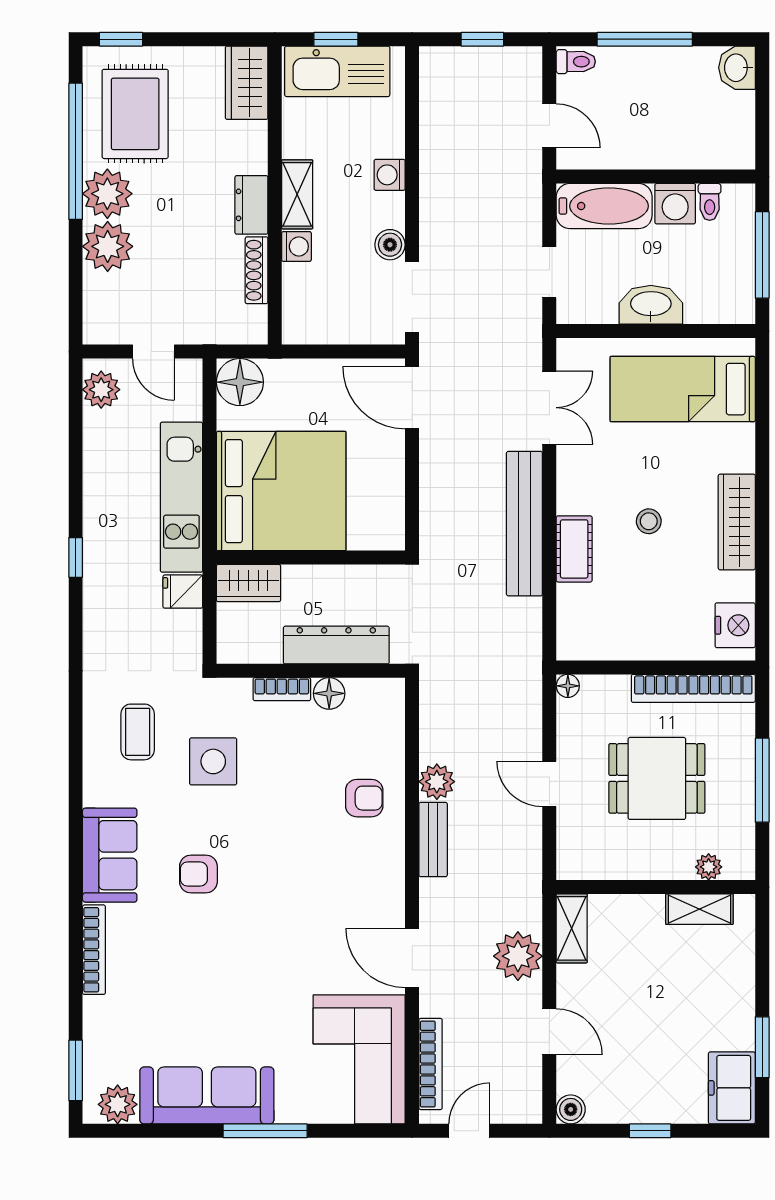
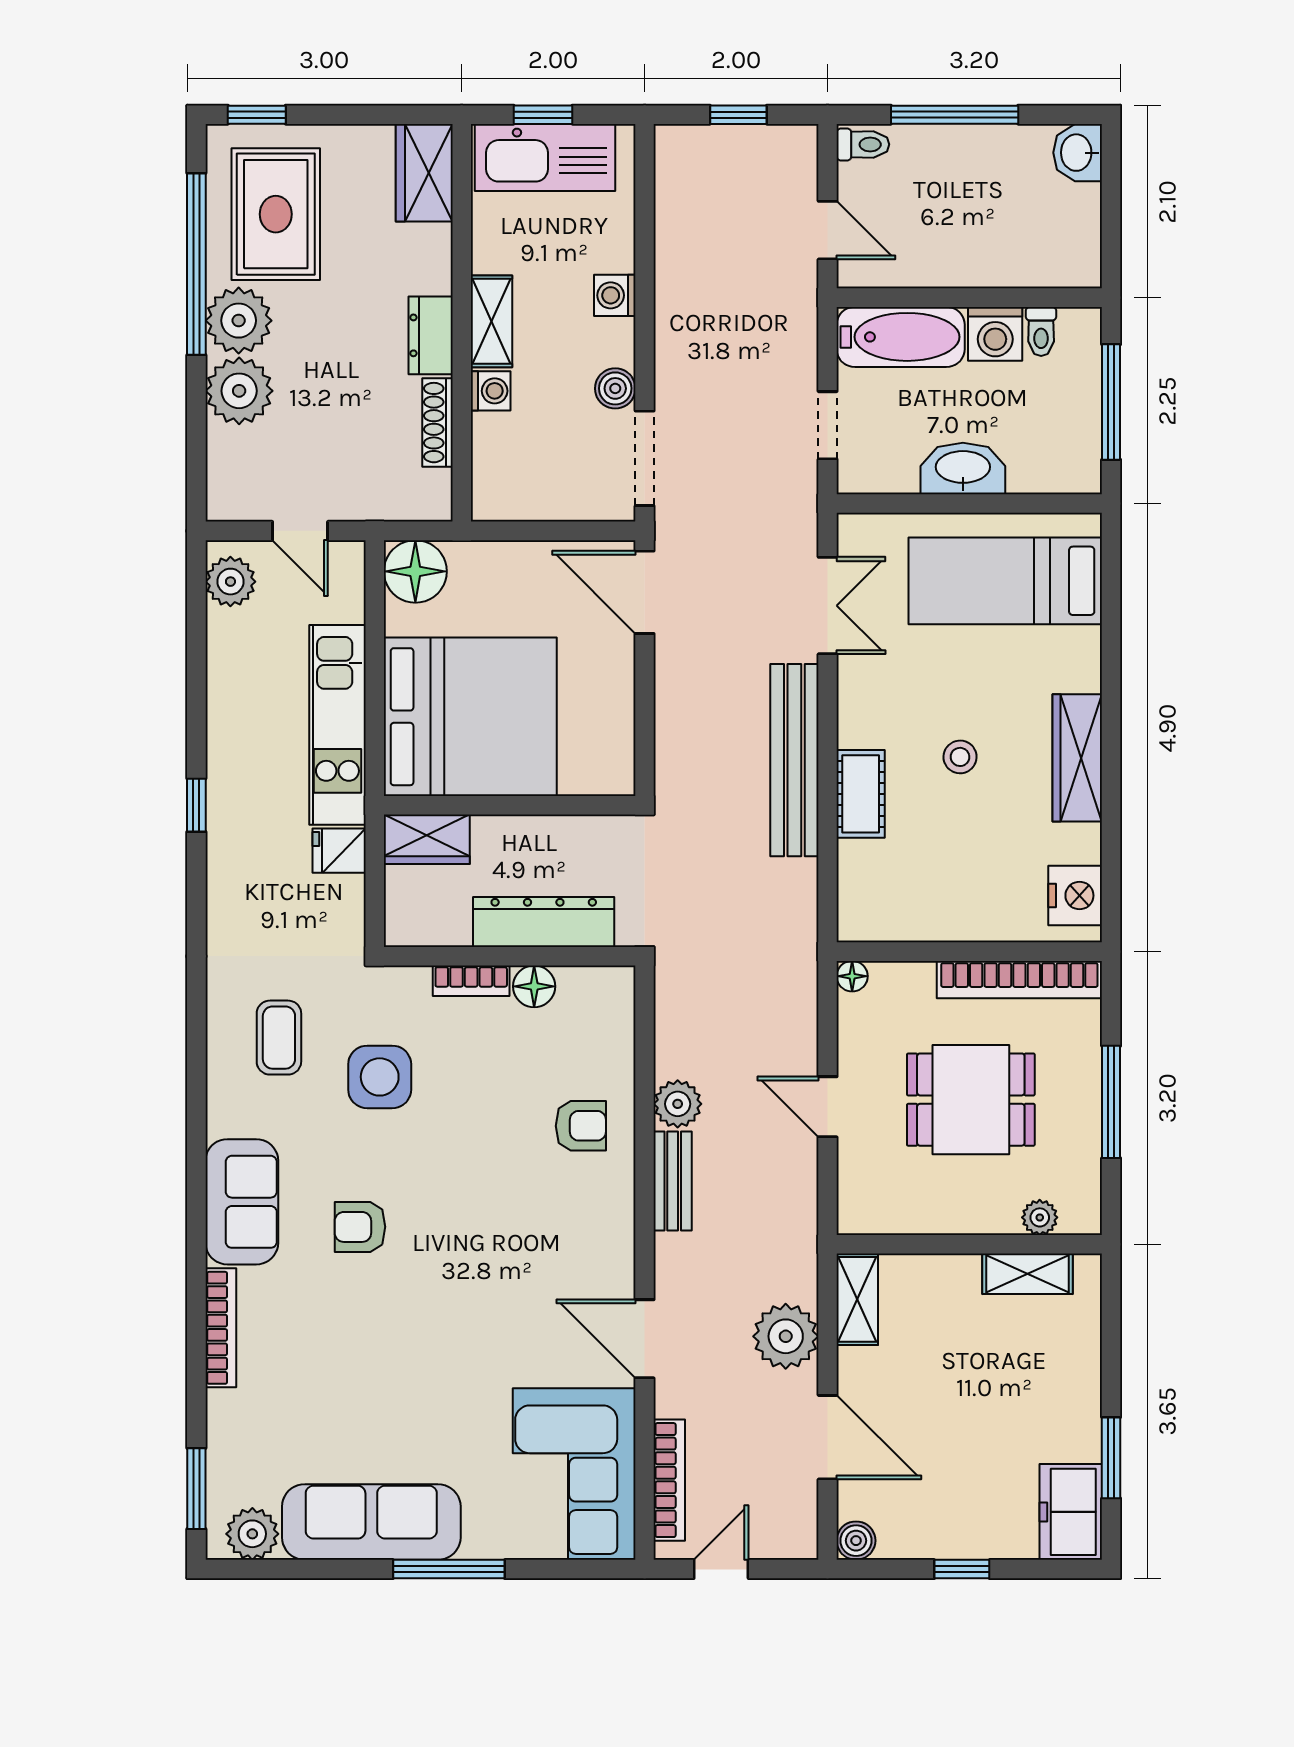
door: (549, 1032) -> (828, 1437), width x1.38

